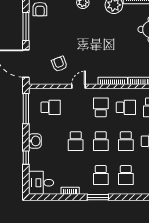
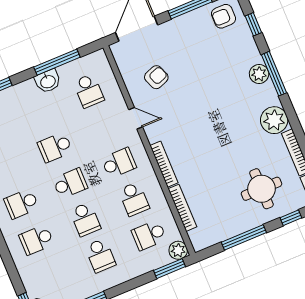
window: (26, 109) -> (57, 62), moved
washbasin: (35, 141) -> (48, 81), moved
school desk: (101, 141) -> (70, 183), turned 180
school desk: (126, 141) -> (85, 219), turned -90

